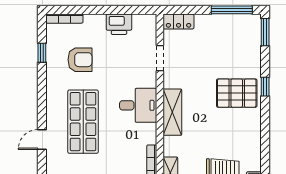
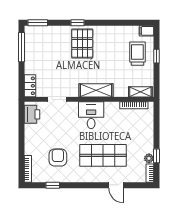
printer: (119, 24) -> (32, 114), moved

